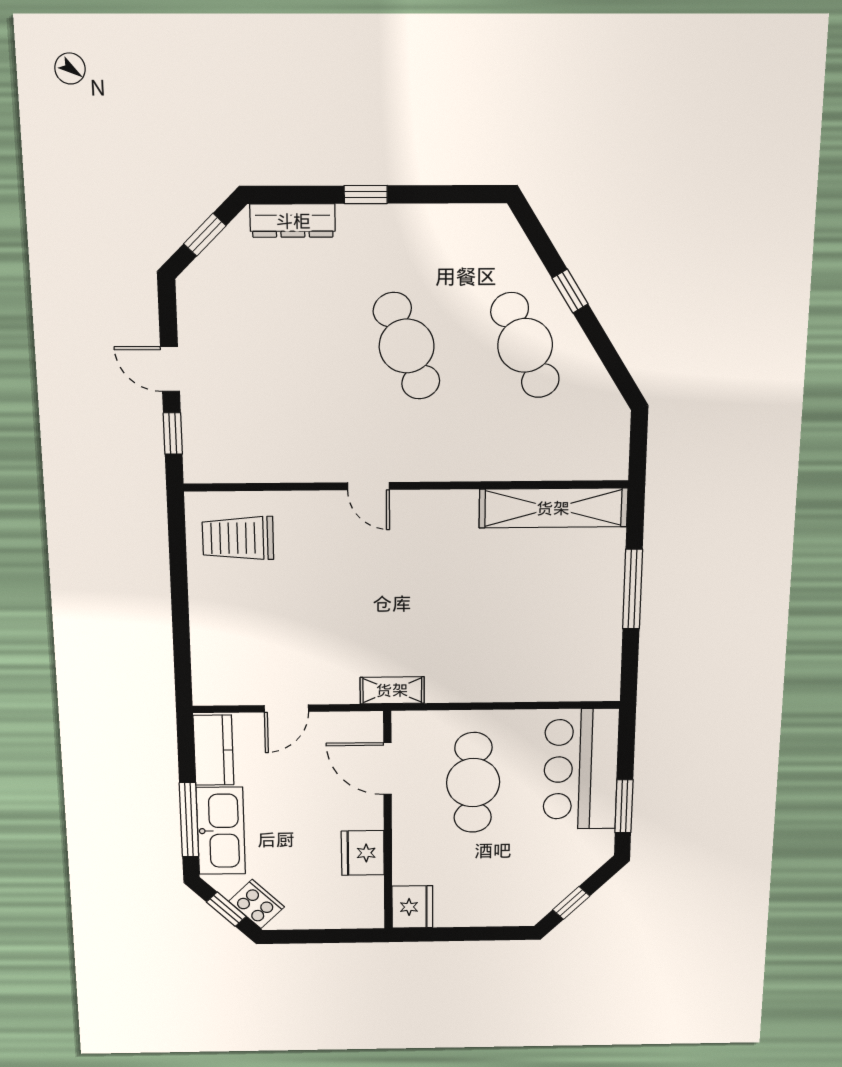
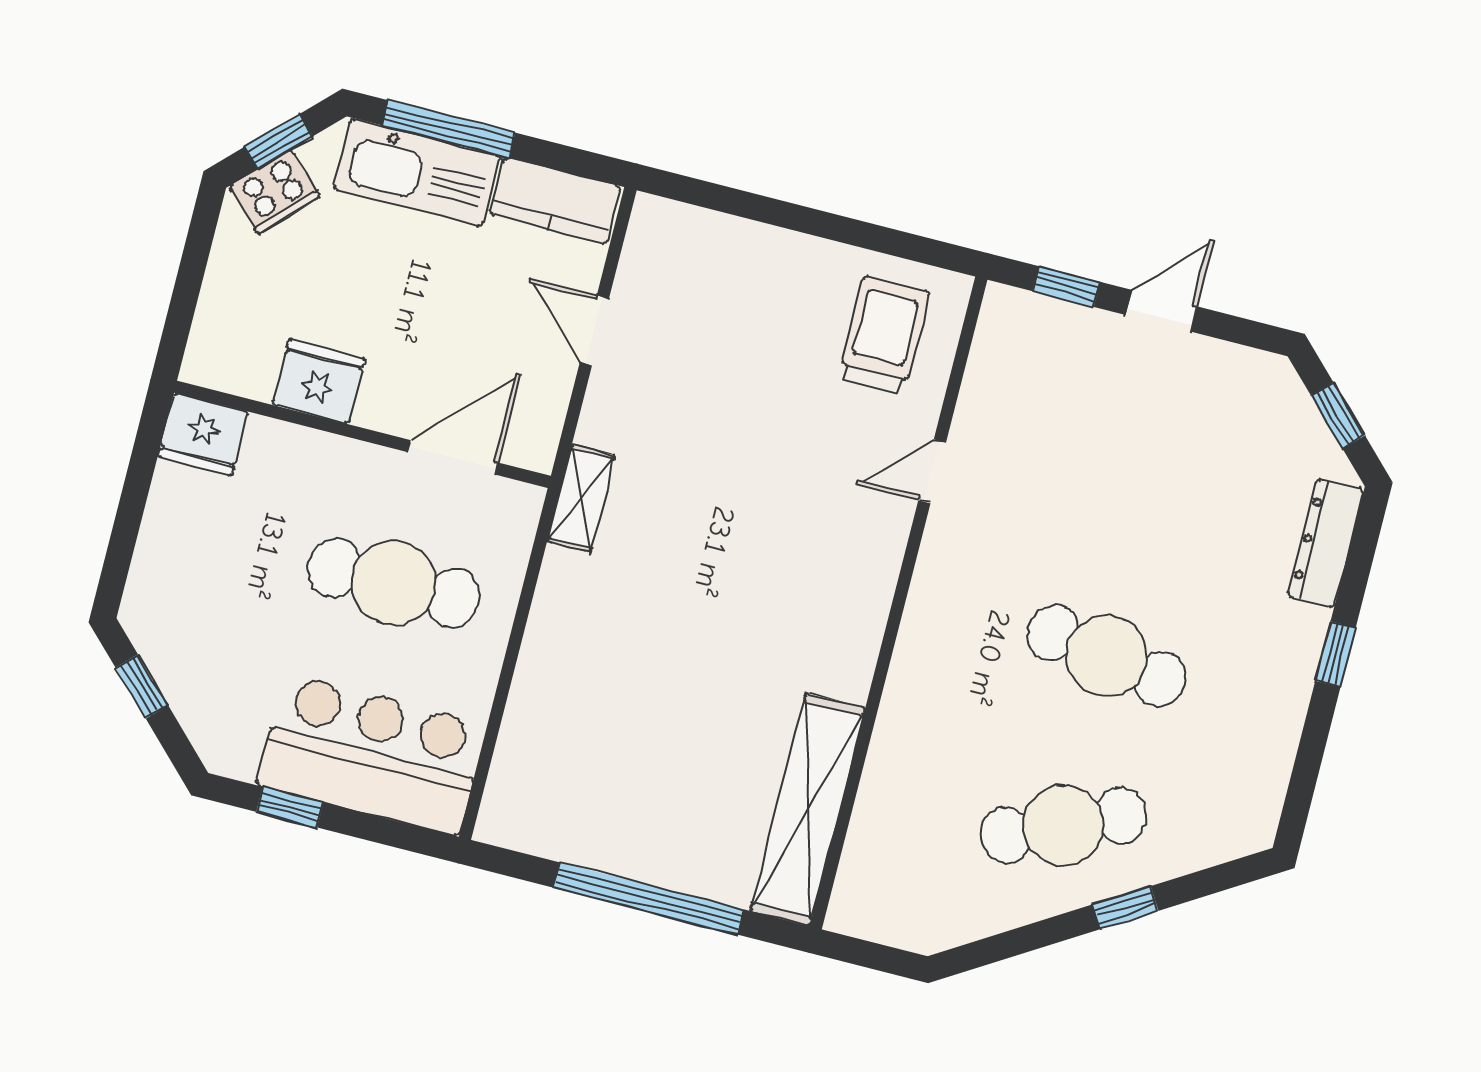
cafe table: (407, 346) -> (1107, 656), turned 30
door: (368, 486) -> (932, 471), moved
window: (633, 589) -> (649, 899), width x1.46
window: (624, 806) -> (290, 807), width x0.67

